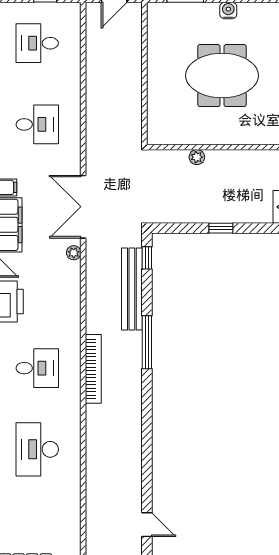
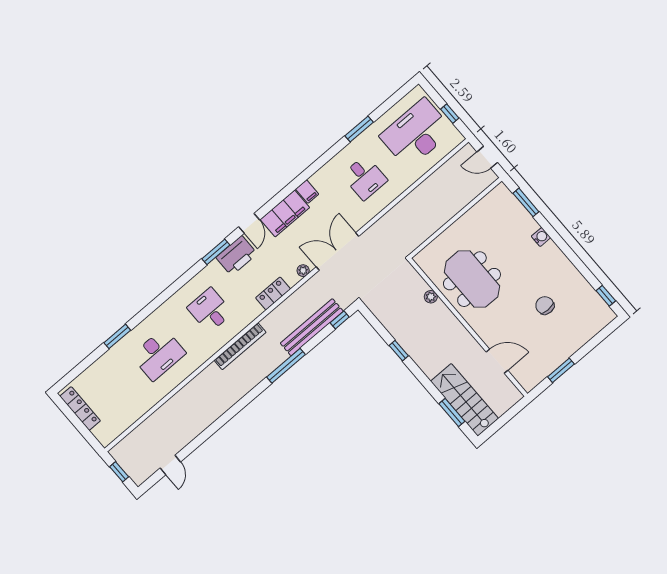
desk: (37, 43) -> (416, 133), width x1.87, depth x1.30
meeting table: (222, 76) -> (472, 279), moved
locker: (71, 298) -> (273, 293), added
desk: (37, 368) -> (210, 310), turned 180
desk: (37, 449) -> (158, 354), turned 180

